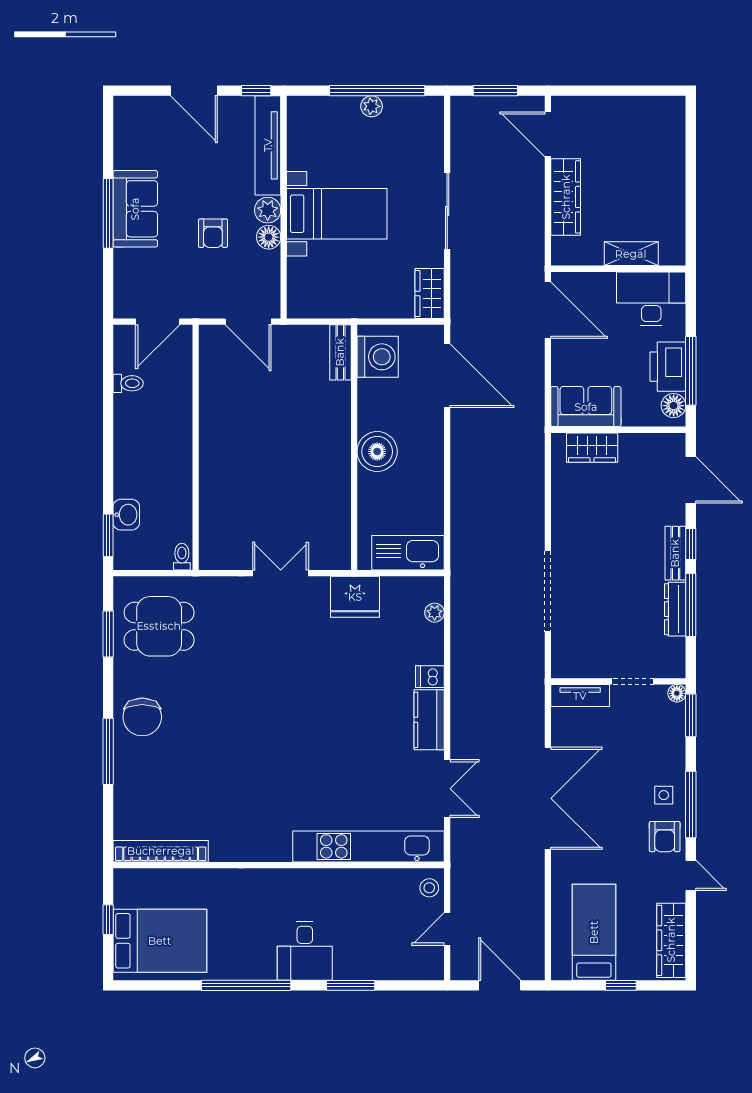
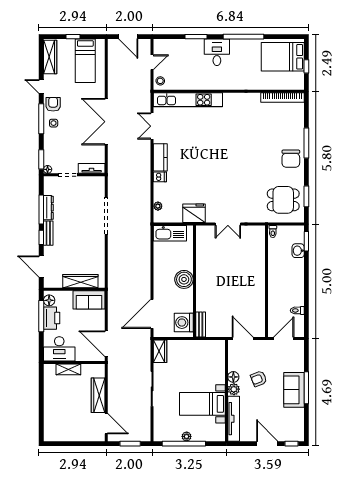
window: (256, 91) -> (292, 444), moved
bed with nightstands: (337, 214) -> (202, 404), moved
armchair: (213, 233) -> (259, 379), turned -111
door: (447, 376) -> (152, 314), hinge flipped
wardrobe: (592, 448) -> (80, 281), width x1.50
chair: (142, 717) -> (291, 159), turned 180

